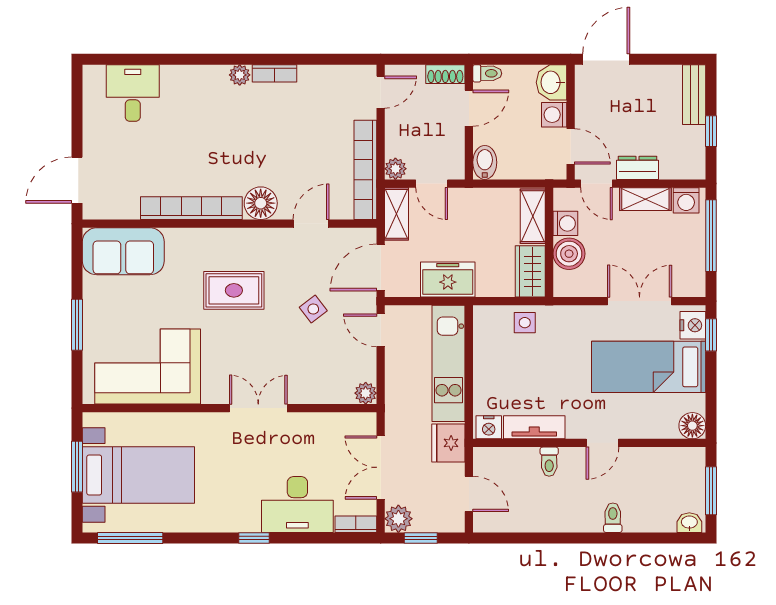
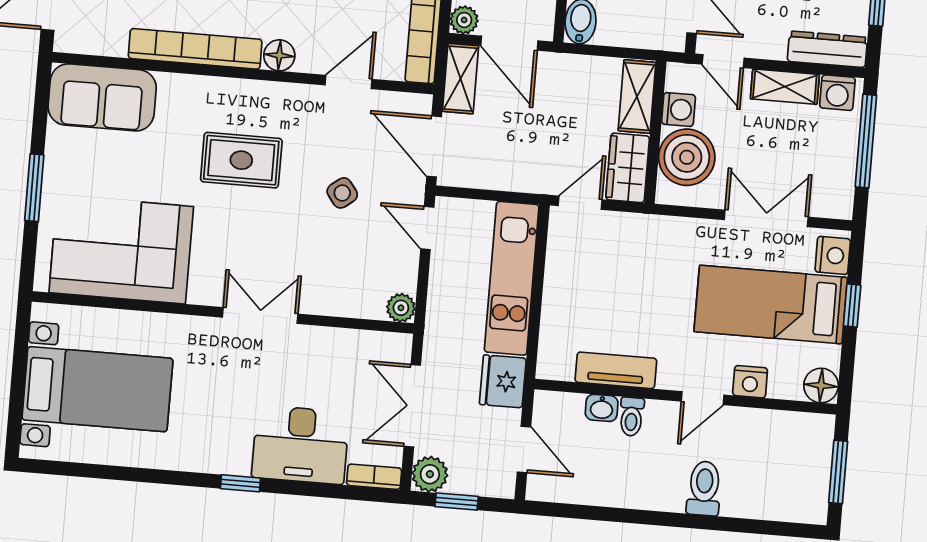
dresser: (638, 168) -> (827, 49), moved, width x1.44
door: (432, 184) -> (509, 43), width x1.38
floor lamp: (261, 203) -> (279, 55), width x0.73, depth x0.73
boiler: (569, 254) -> (687, 157), width x1.37, depth x1.37
door: (381, 267) -> (434, 146), hinge flipped
freezer: (448, 280) -> (520, 169), removed
door: (496, 301) -> (580, 203), added
side table: (525, 323) -> (615, 234), removed
window: (711, 335) -> (852, 306), moved
nightstand: (489, 427) -> (750, 382), moved
window: (77, 467) -> (19, 372), removed
toilet: (613, 518) -> (704, 488), width x1.37, depth x1.39
washbasin: (689, 523) -> (602, 408), moved, turned 180
window: (130, 538) -> (80, 470), removed

